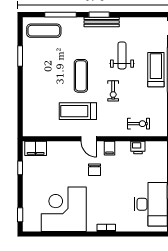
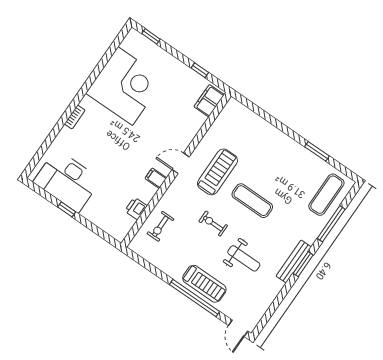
chair: (94, 170) -> (144, 147), removed

